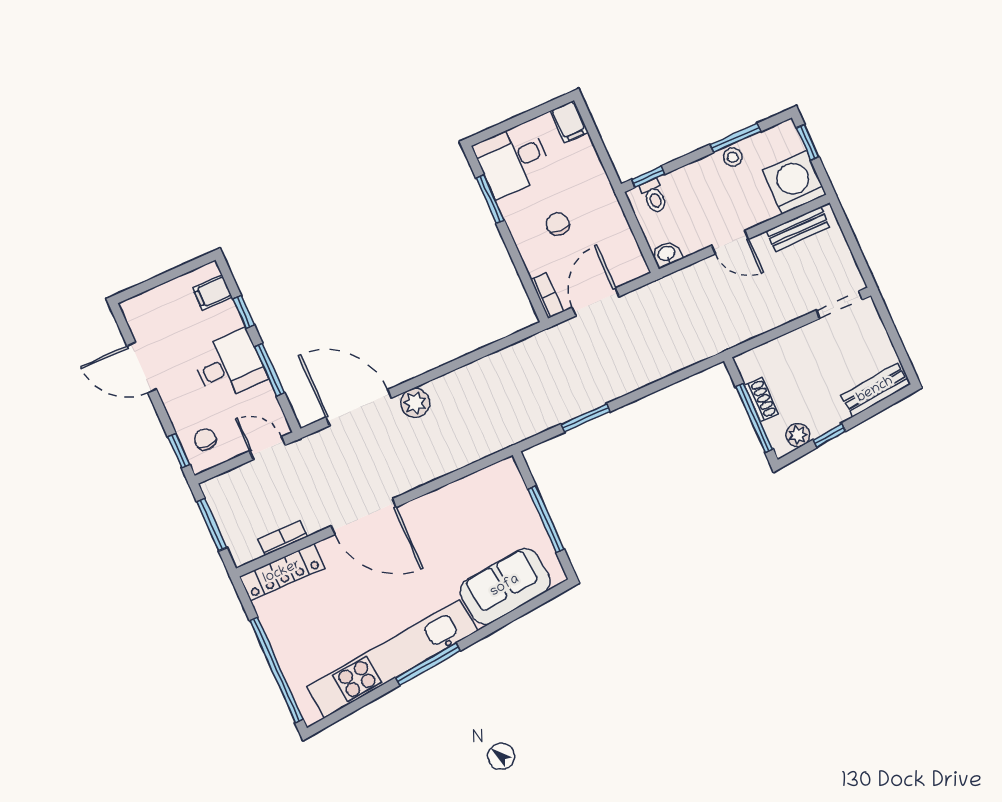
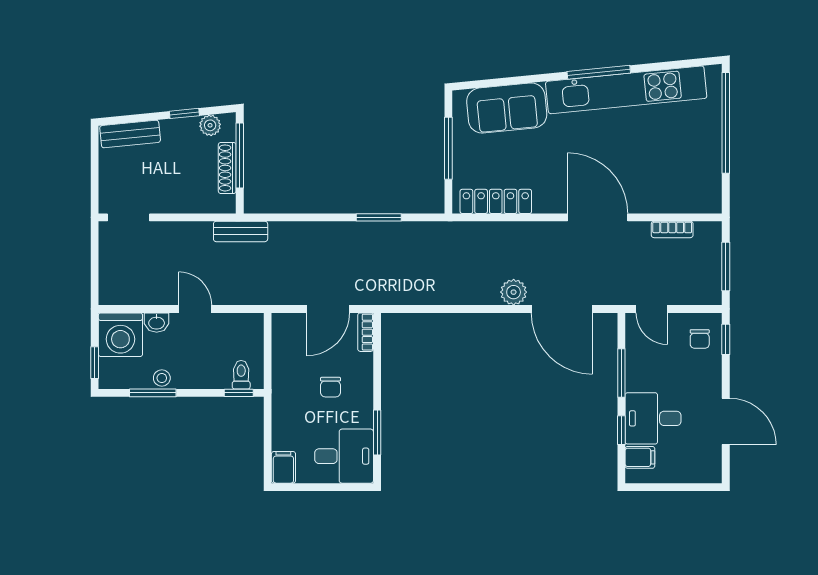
bench: (798, 229) -> (241, 231), moved
washbasin: (667, 254) -> (157, 323), moved
desk: (229, 365) -> (653, 418), moved
shoe rack: (761, 399) -> (227, 168), width x1.43
locker: (282, 572) -> (496, 201), moved

